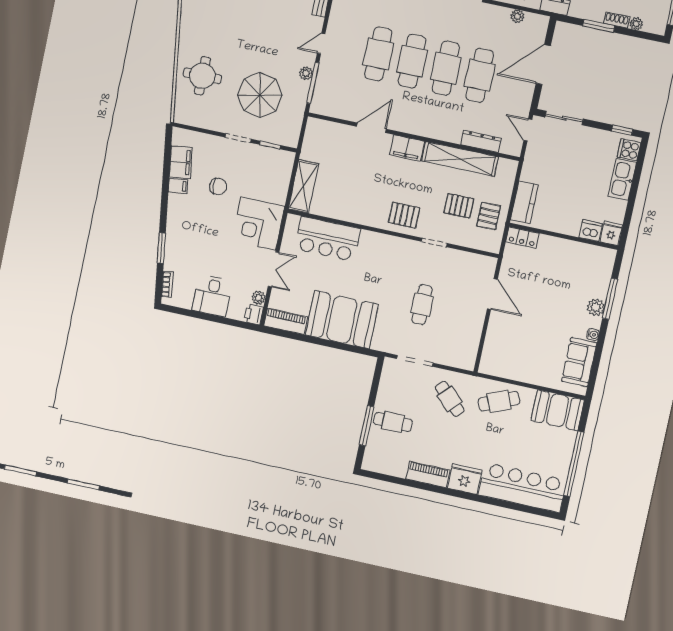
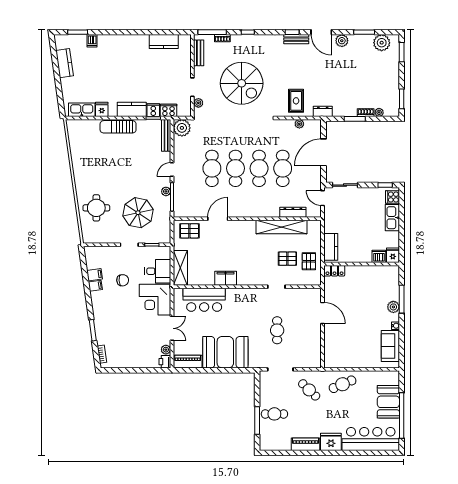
filing cabinet: (407, 148) -> (226, 278), moved, turned 180
filing cabinet: (181, 162) -> (95, 275), width x0.50
pallet: (404, 215) -> (189, 231), moved
desk: (212, 296) -> (158, 271), moved, turned -90
booth: (558, 410) -> (388, 402), moved, turned 90

